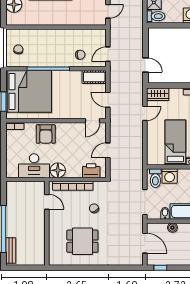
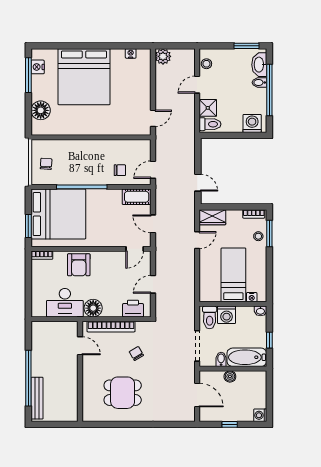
bench: (11, 250) -> (37, 398), width x1.36
window: (160, 268) -> (230, 424), moved

